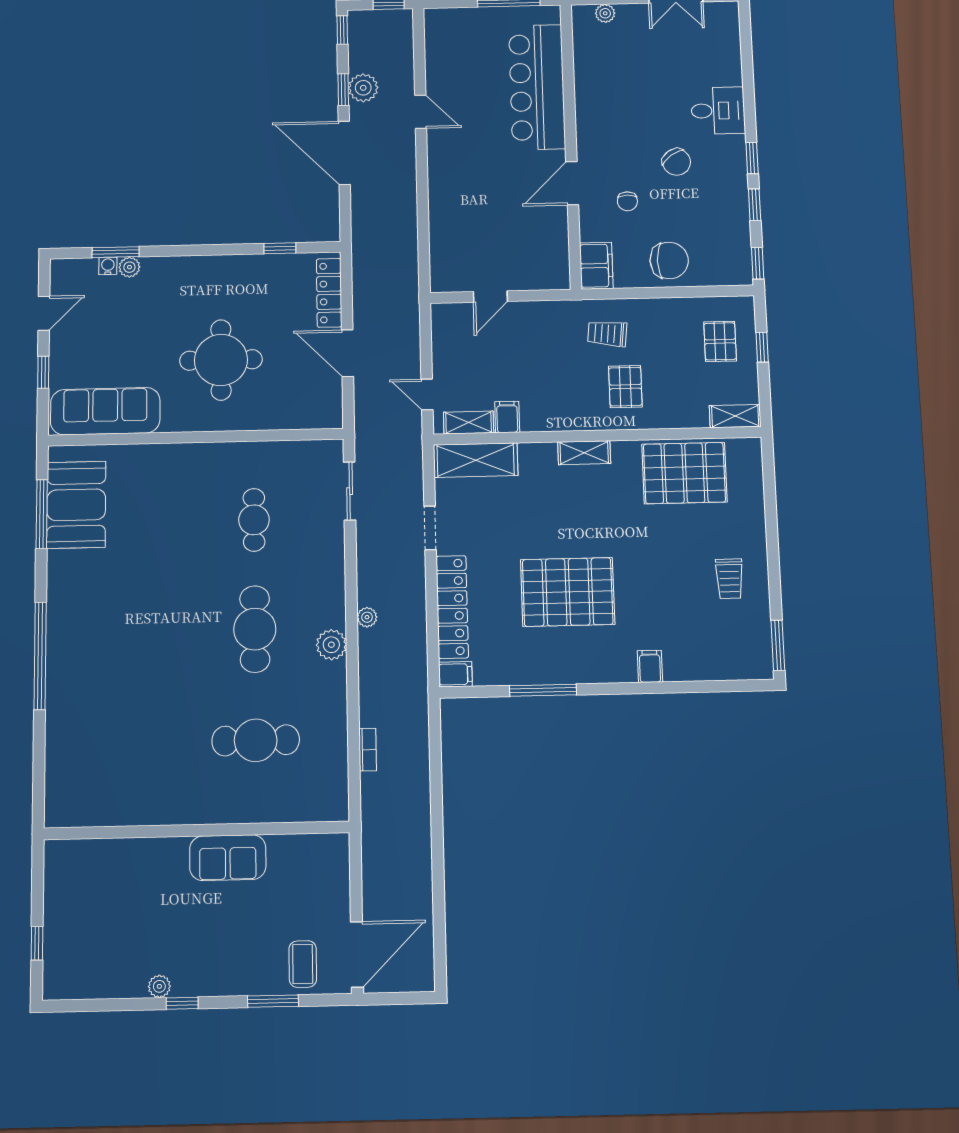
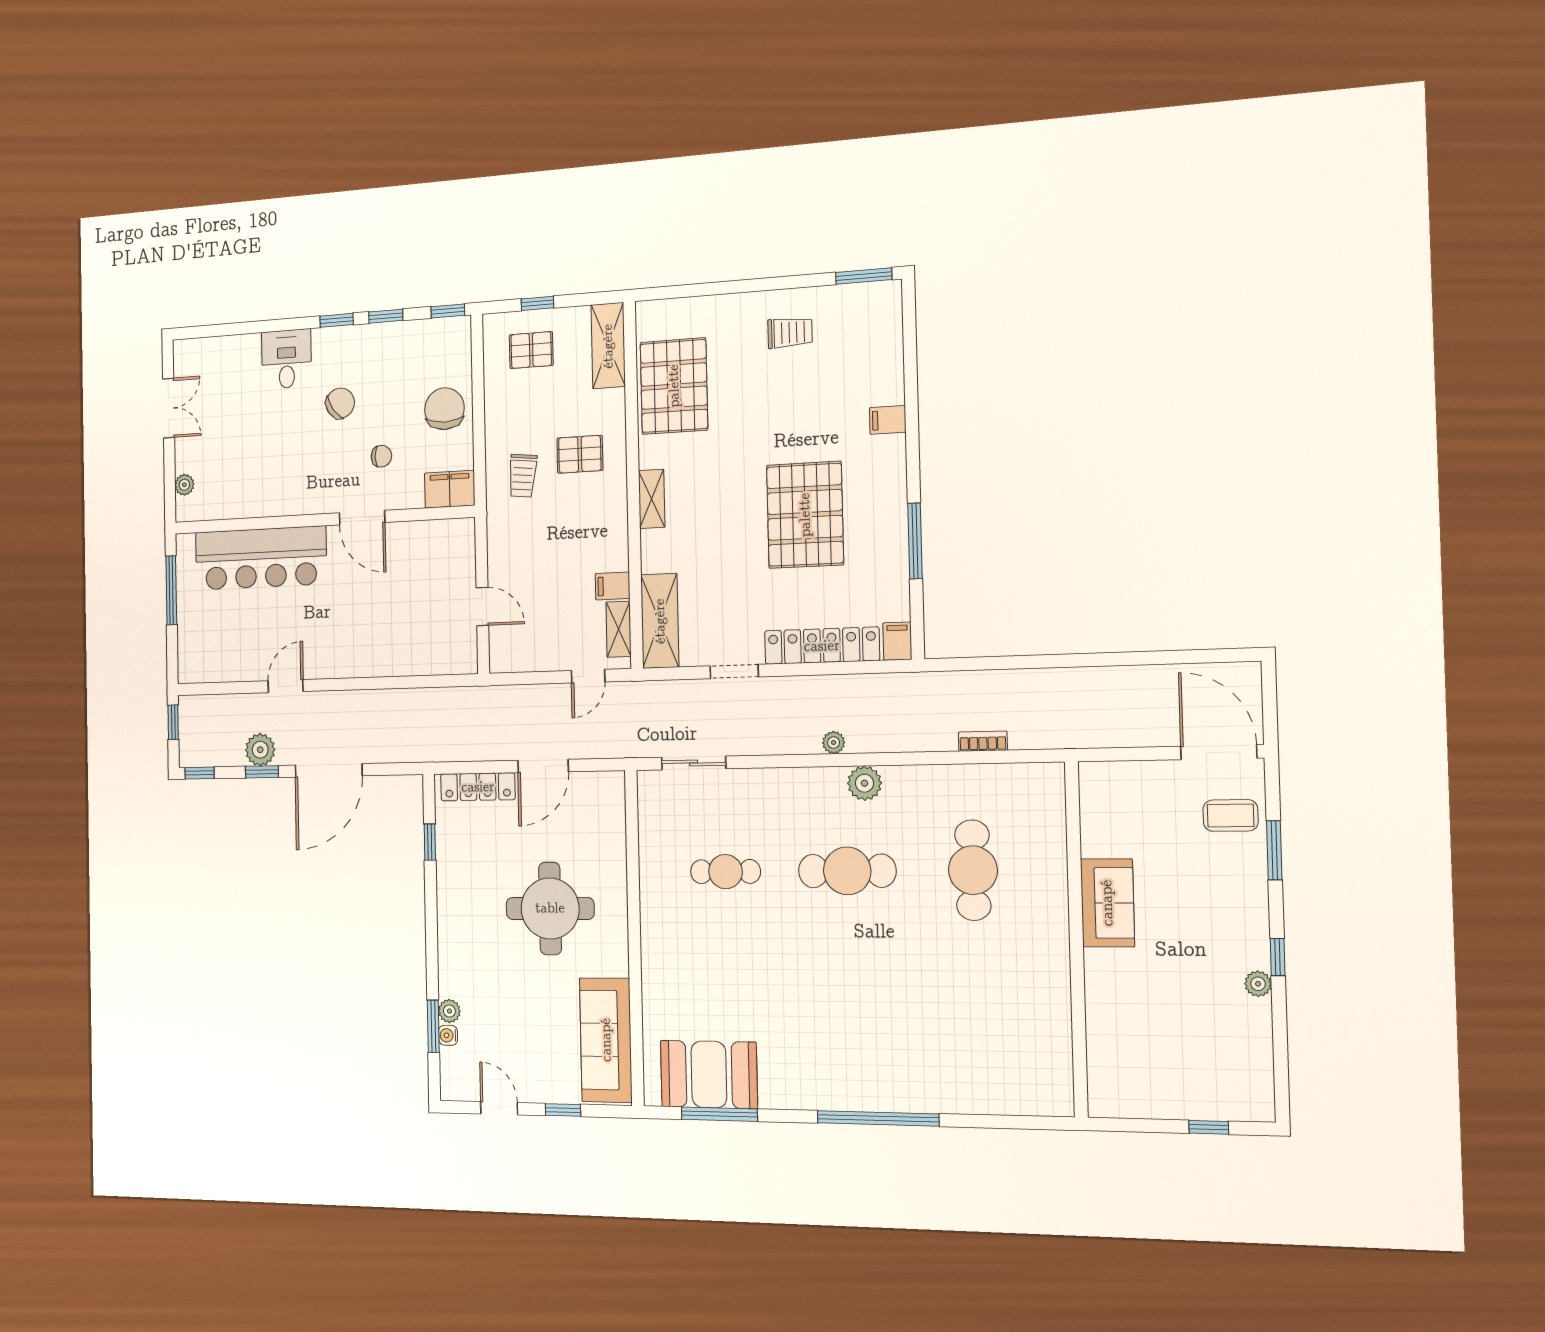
shelving: (735, 416) -> (608, 346), width x1.50, depth x1.33

